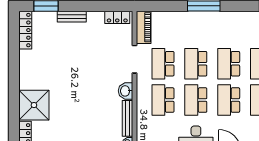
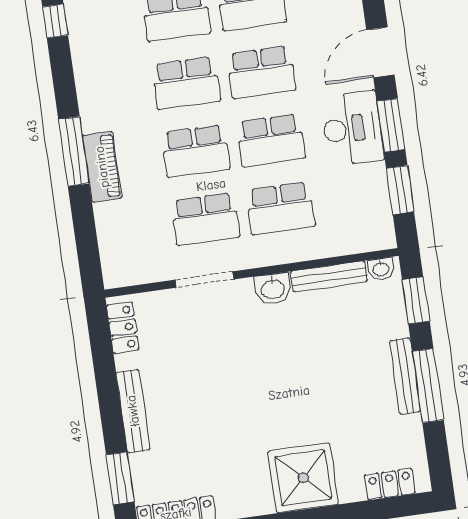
bench: (72, 17) -> (133, 411), width x1.36
piano: (144, 27) -> (102, 167), moved, turned 90
shower: (34, 105) -> (303, 478), moved

